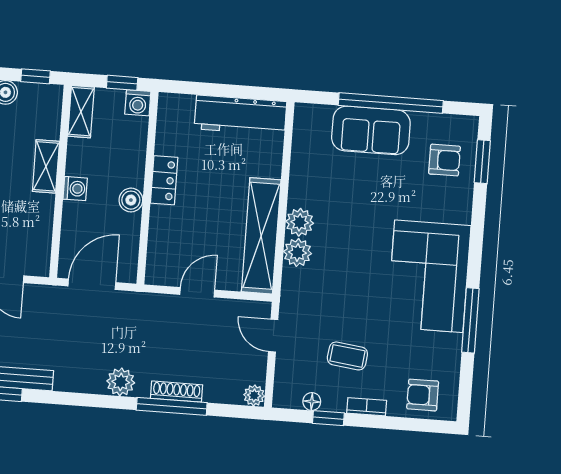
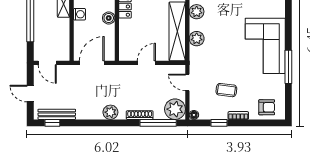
plant: (300, 222) -> (197, 12), moved
plant: (254, 395) -> (175, 109), width x1.87, depth x1.87
armchair: (423, 395) -> (267, 107), turned 180
floor lamp: (312, 402) -> (194, 115), moved
window: (172, 406) -> (158, 123), moved

